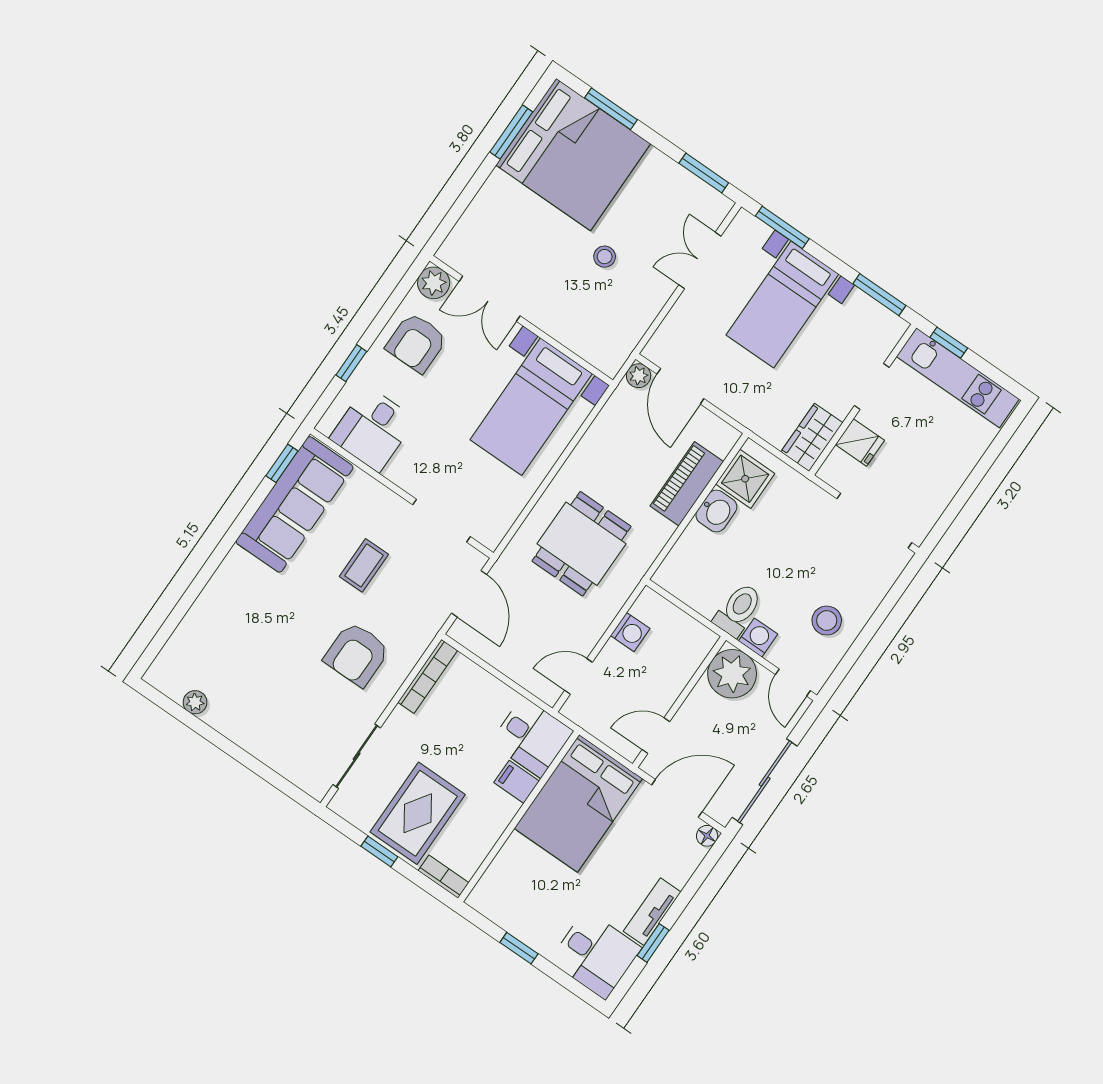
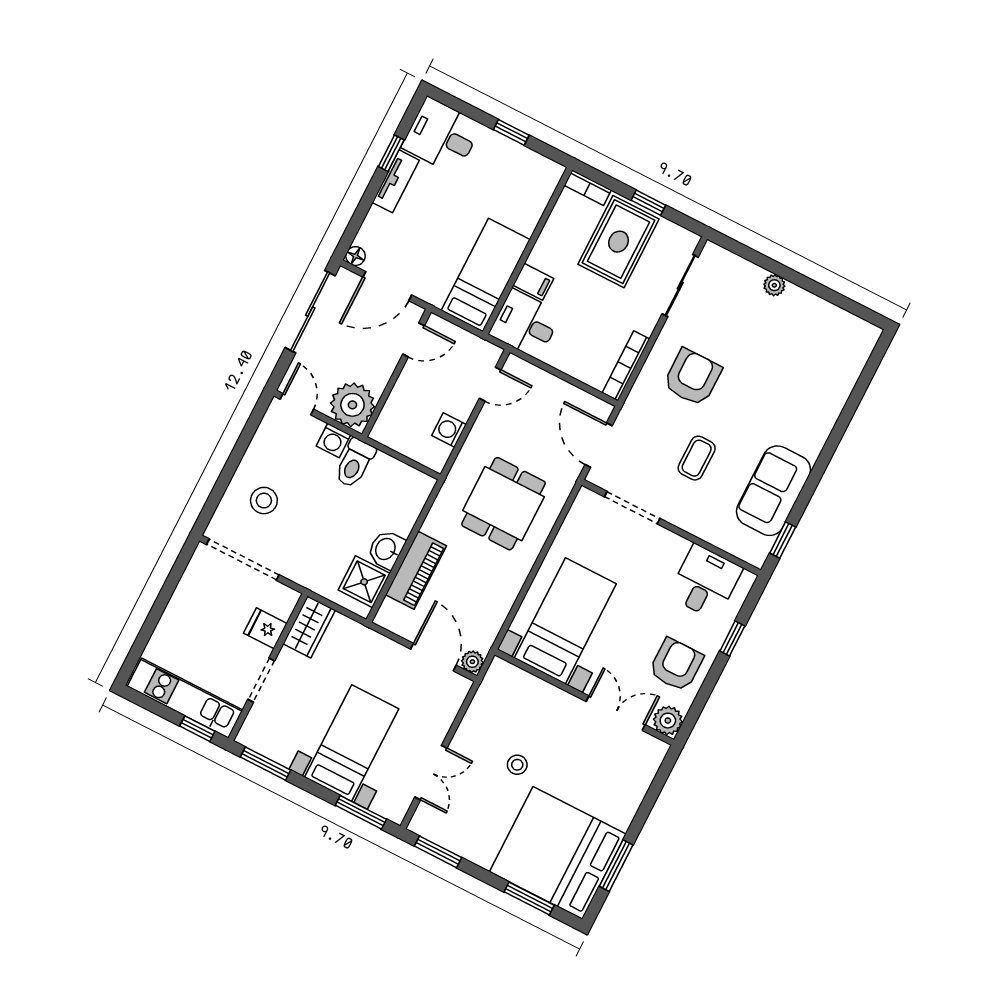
sofa: (294, 504) -> (774, 491), width x0.73
stool: (827, 621) -> (264, 501), moved
plant: (195, 702) -> (774, 285), moved
bed: (578, 803) -> (486, 275), width x0.67

